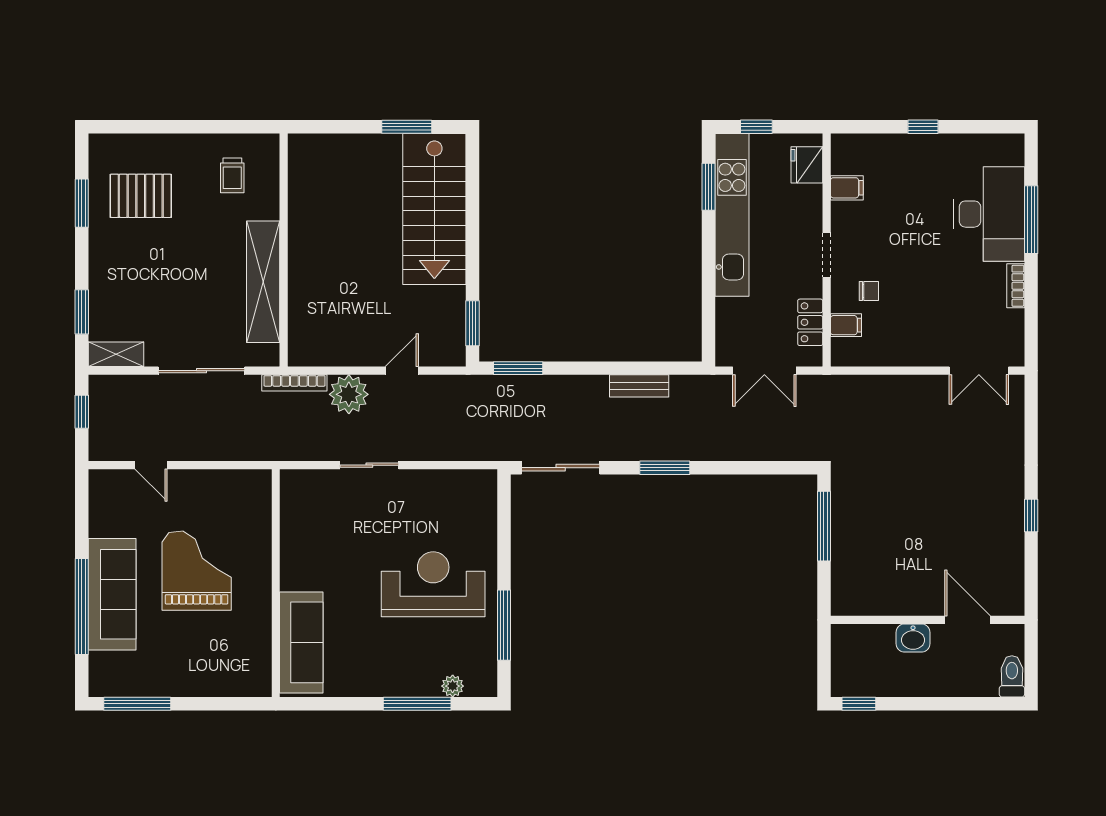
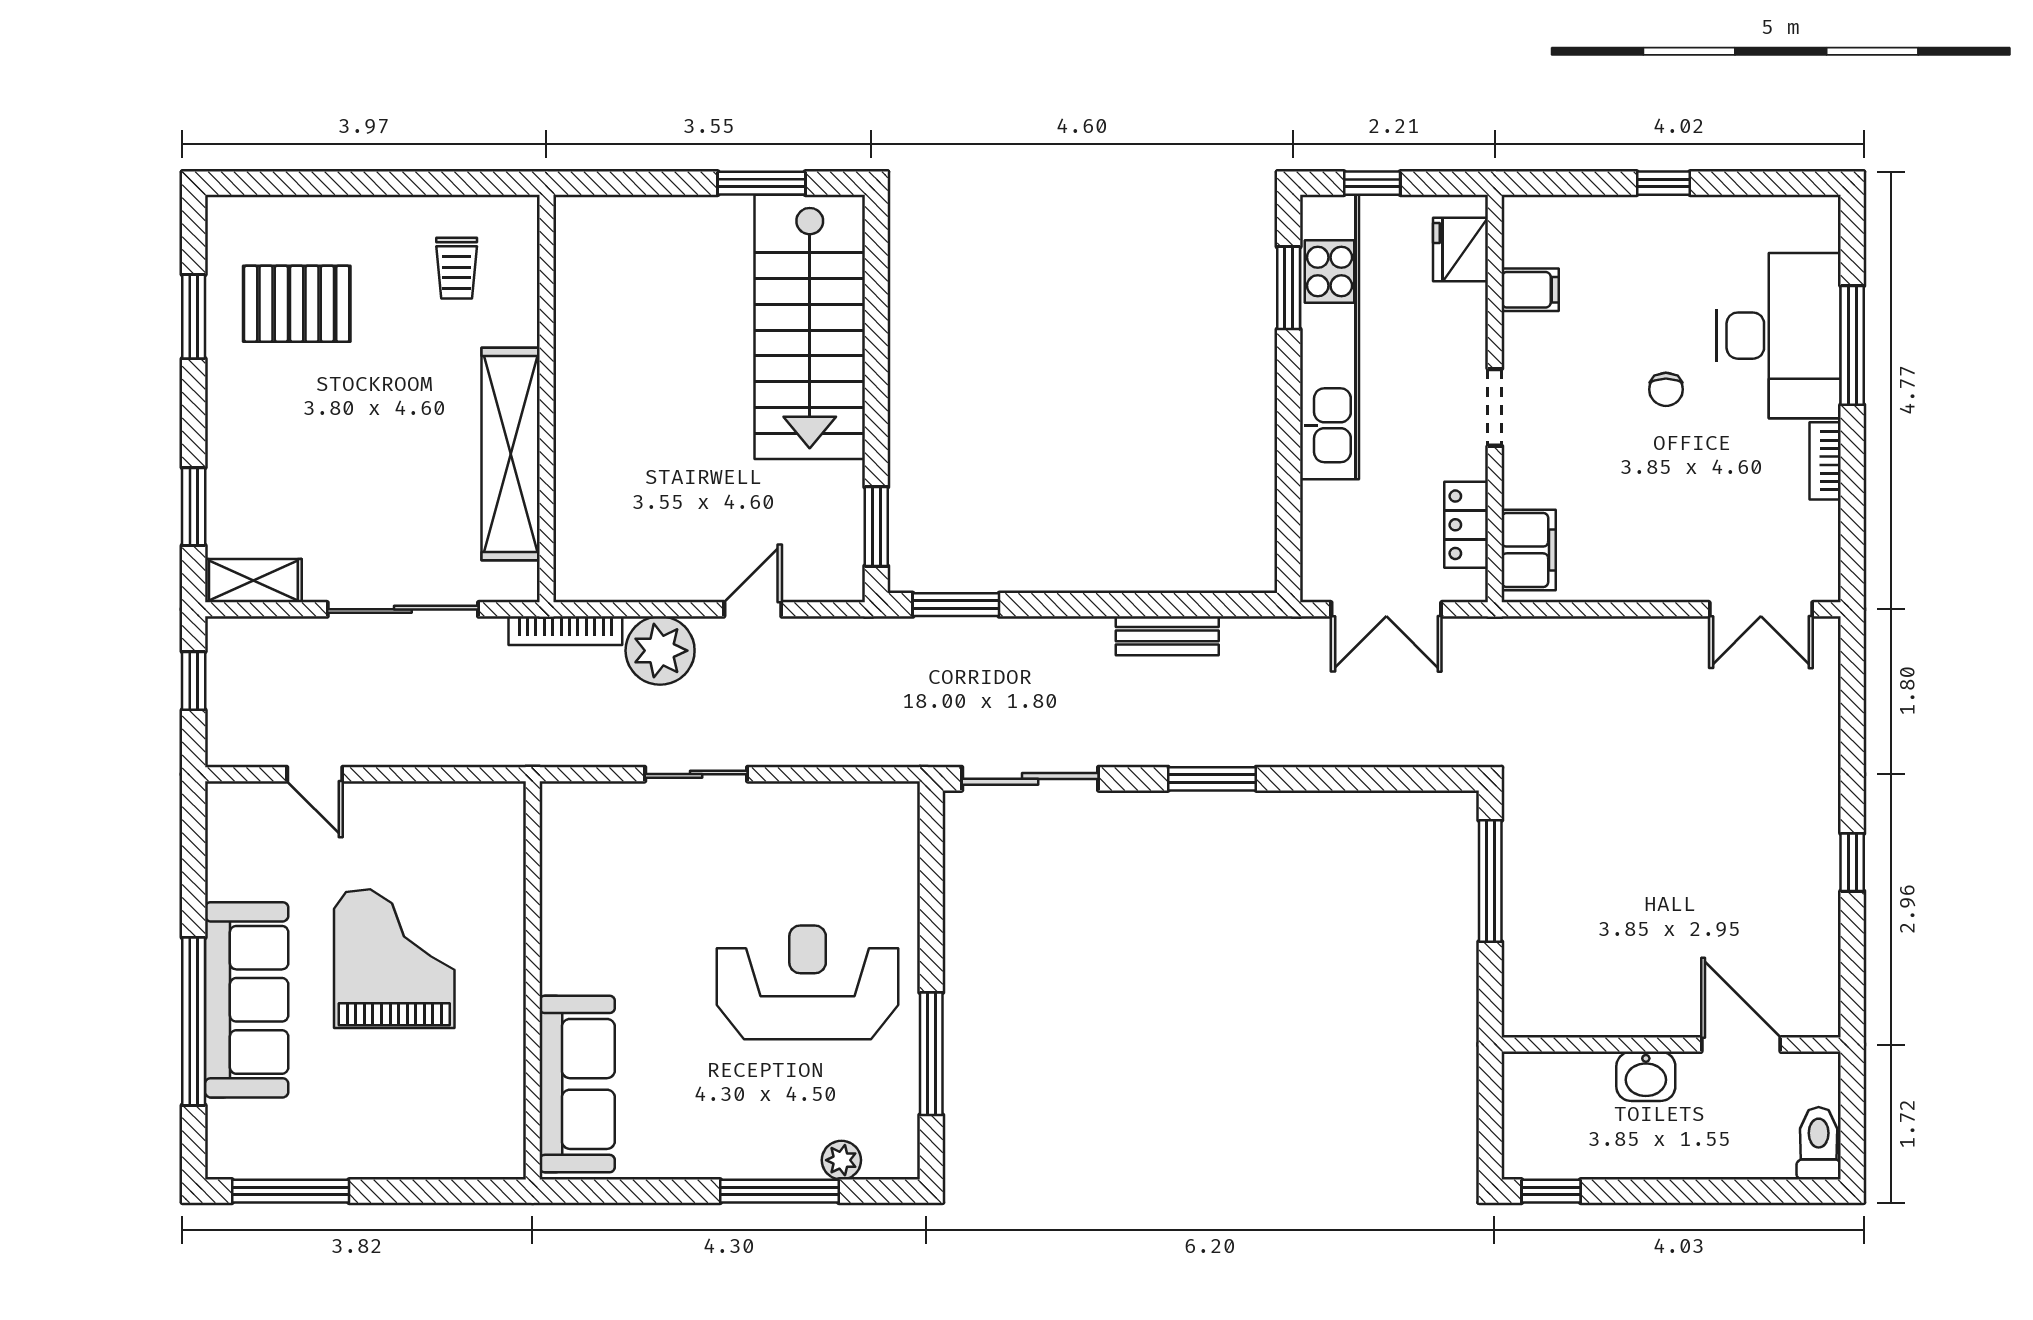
chair: (869, 291) -> (1666, 389), moved, turned 90
filing cabinet: (846, 325) -> (1529, 550), width x2.00

